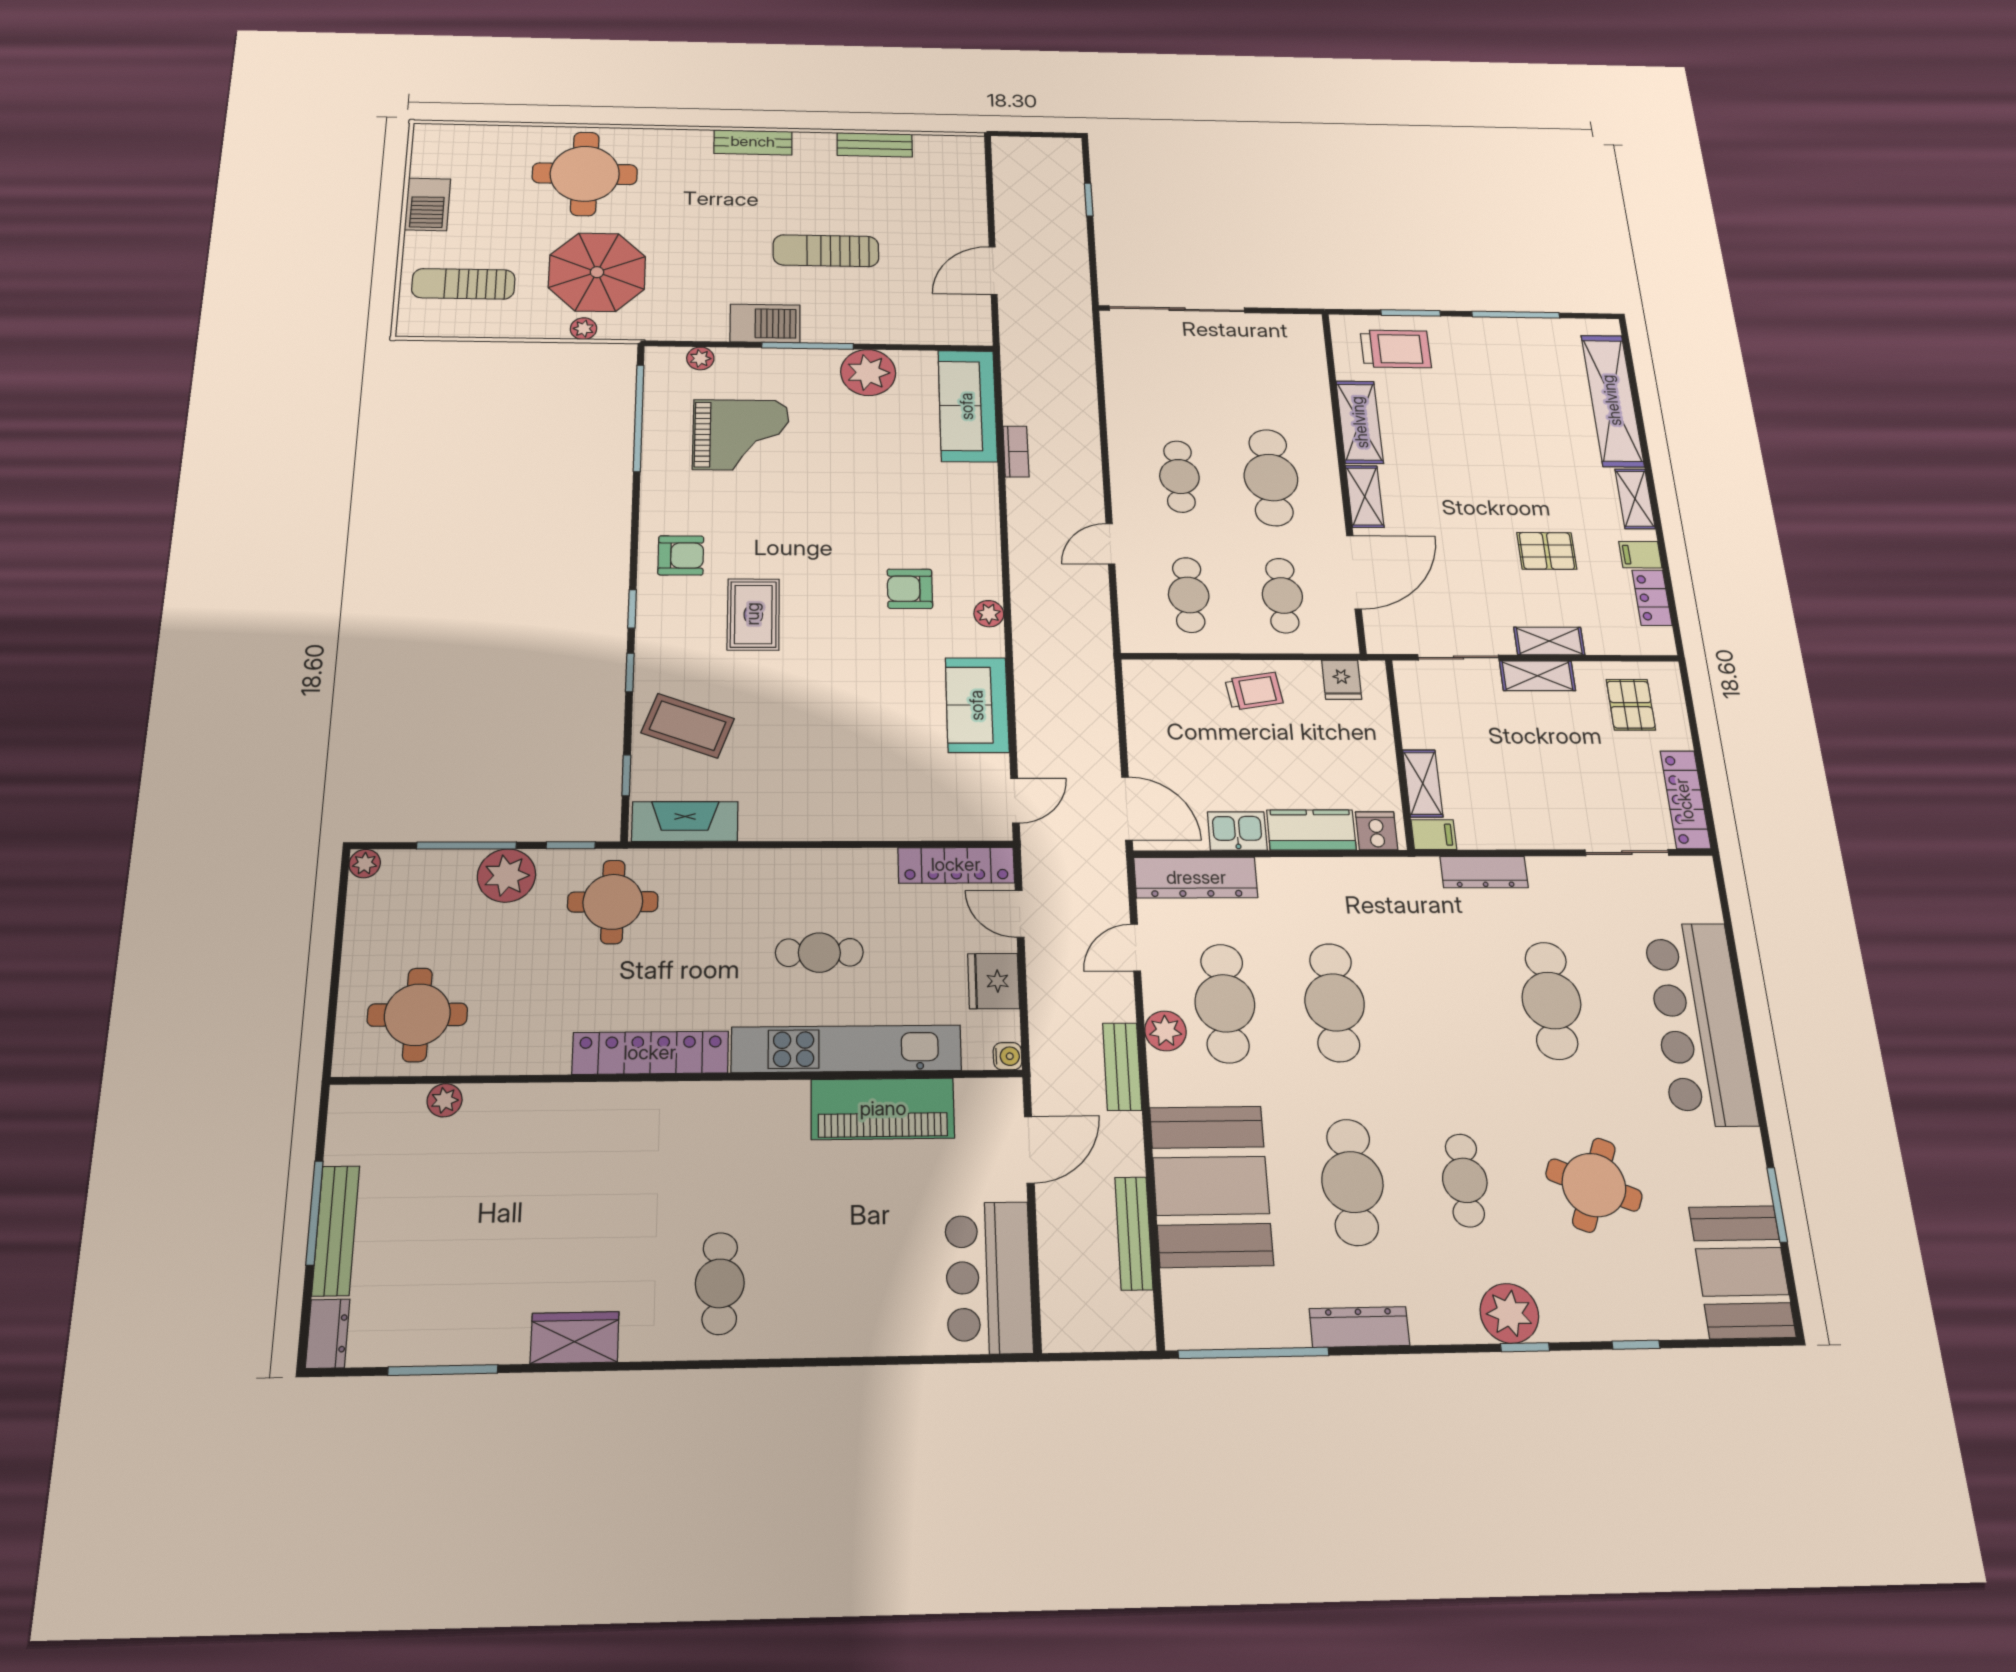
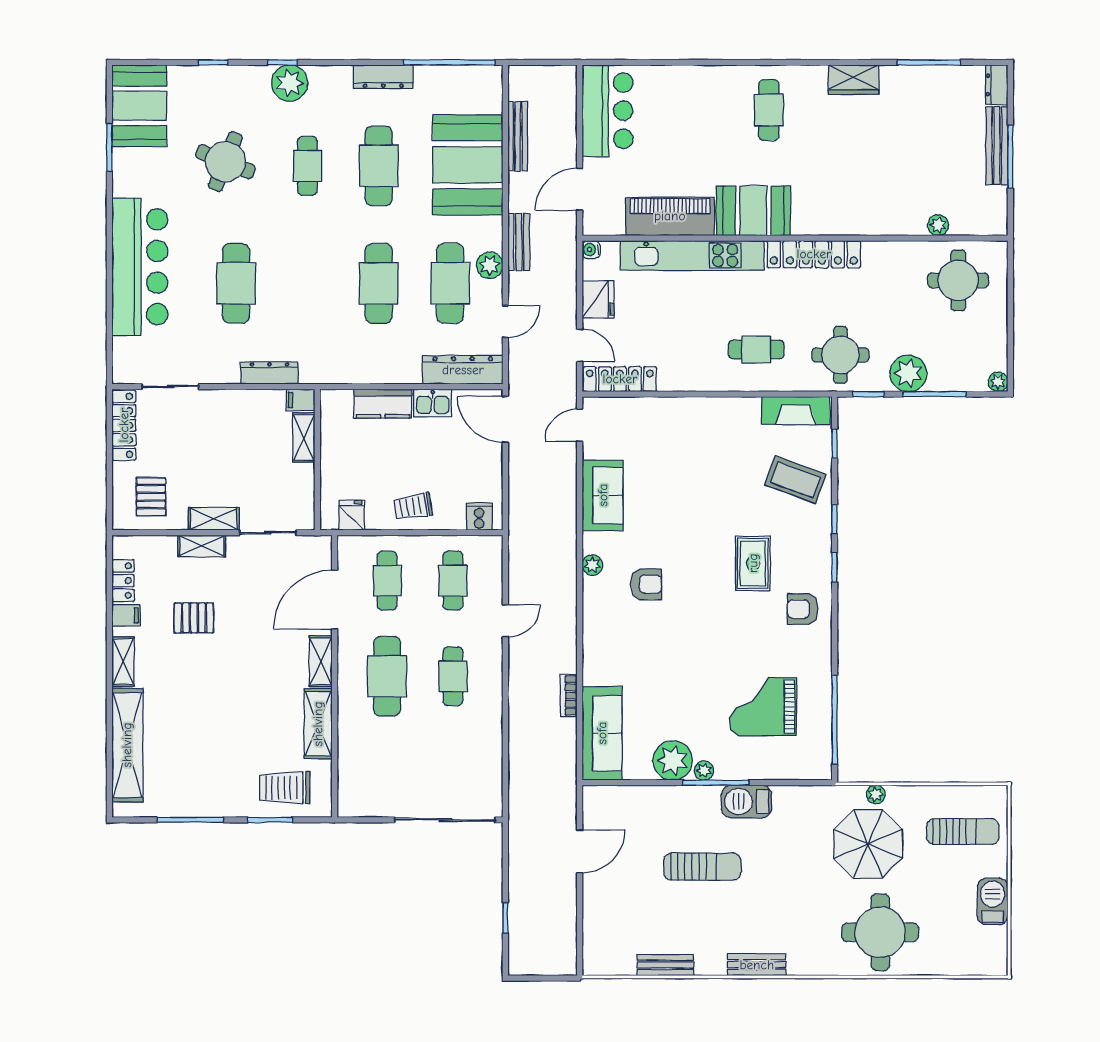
plant: (700, 358) -> (704, 771), moved
cooker: (1376, 831) -> (479, 517), moved, turned 180
cafe table: (819, 953) -> (756, 349), moved
booth: (748, 1119) -> (753, 211), added

